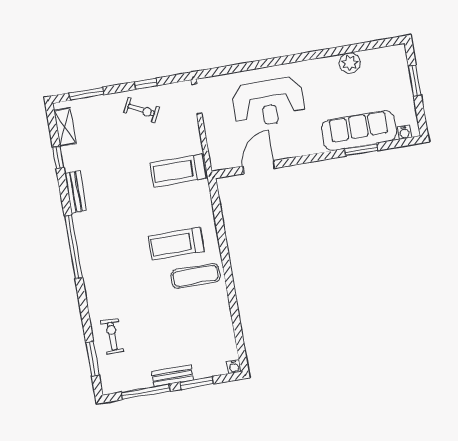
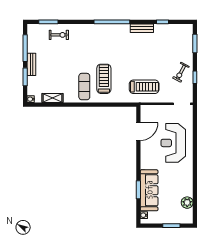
plant: (350, 63) -> (187, 203), moved
shelving: (65, 127) -> (53, 98), moved
door: (259, 167) -> (138, 132), hinge flipped
treadmill: (178, 171) -> (144, 87), turned 90

